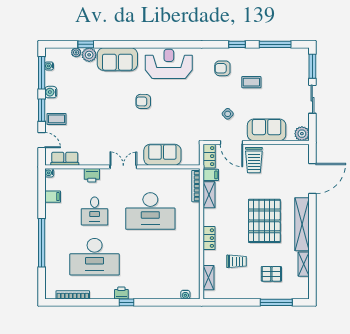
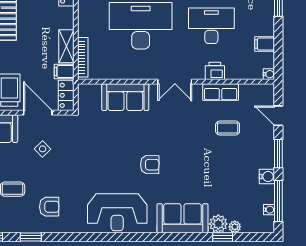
coffee table: (56, 119) -> (228, 128), moved
row of seats: (65, 159) -> (221, 92), moved
desk: (95, 211) -> (211, 26), width x1.37

